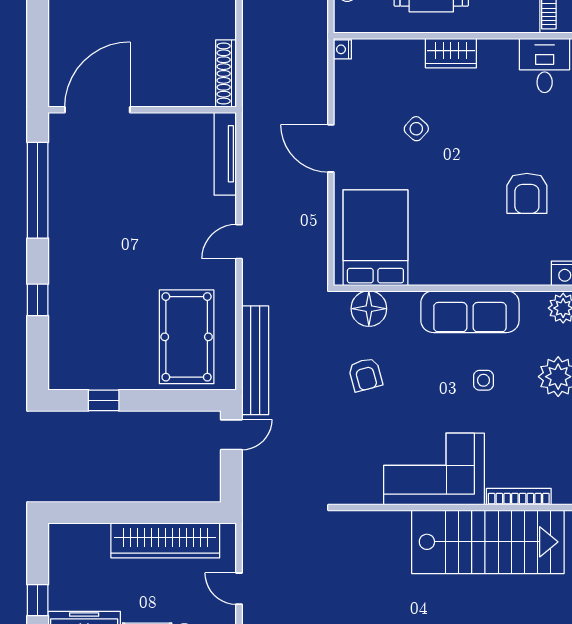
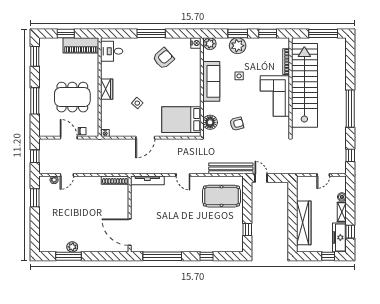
armchair: (527, 193) -> (163, 58), turned -41
wardrobe: (165, 540) -> (304, 223), moved
stairs: (488, 542) -> (304, 85), width x1.36

